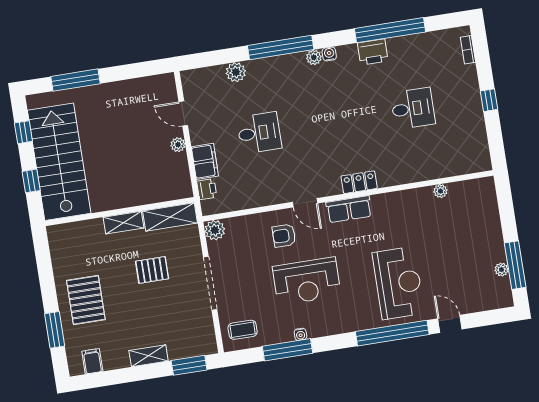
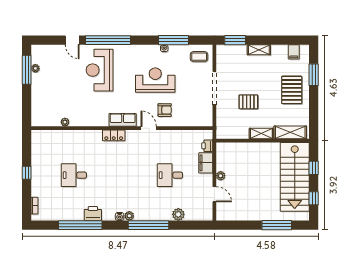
shelving: (170, 217) -> (290, 132), moved
plant: (215, 230) -> (206, 120), removed

